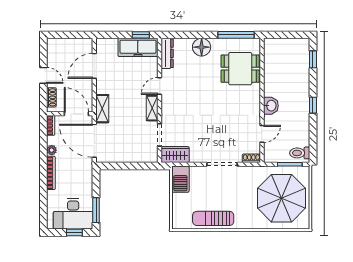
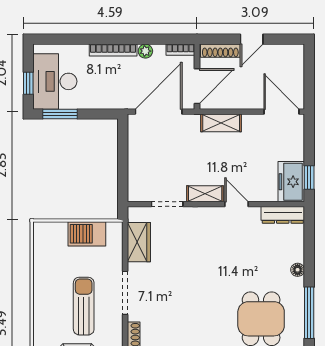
freezer: (138, 47) -> (291, 182), width x0.71
floor lamp: (202, 47) -> (298, 270), width x0.53, depth x0.53
door: (94, 66) -> (281, 112), moved
shoe rack: (51, 97) -> (220, 51), width x1.43
shelving: (102, 109) -> (221, 123), moved
wardrobe: (175, 155) -> (139, 242), moved
barbecue: (180, 179) -> (87, 234), moved
sun lounger: (213, 218) -> (84, 306), moved

